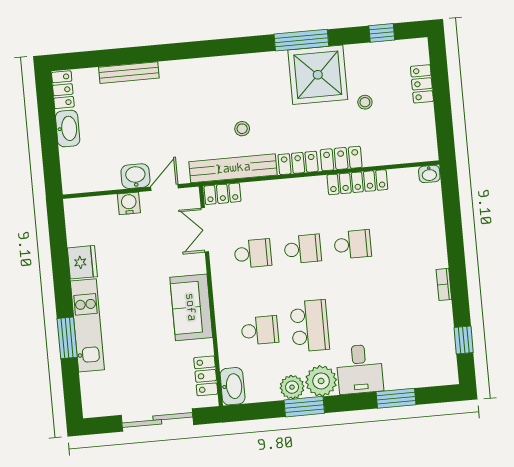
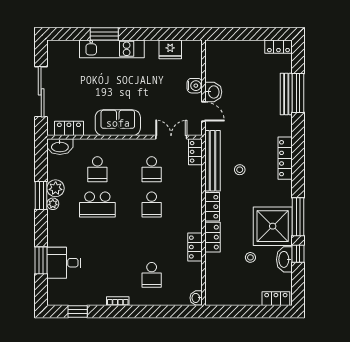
window: (382, 33) -> (298, 254), moved
window: (126, 56) -> (298, 93), added
locker: (220, 66) -> (285, 158), added
locker: (422, 84) -> (276, 299), moved
washbasin: (68, 128) -> (284, 259), moved, turned 90
locker: (357, 182) -> (195, 247), width x0.66
school desk: (353, 244) -> (152, 275), moved
fridge: (82, 262) -> (170, 49), moved
desk: (360, 369) -> (64, 263), moved
plant: (321, 381) -> (53, 204), width x0.53, depth x0.53

